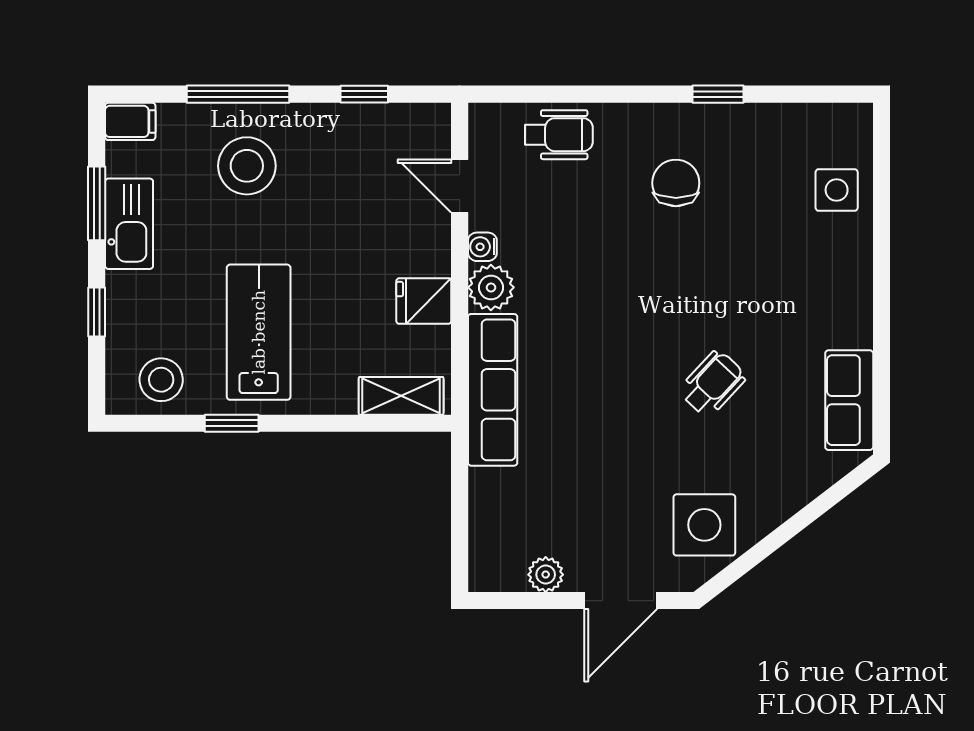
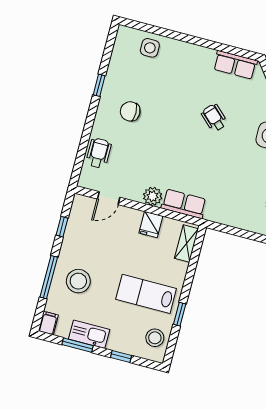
water cooler: (482, 247) -> (135, 195), removed
row of seats: (493, 390) -> (184, 204), width x0.68

